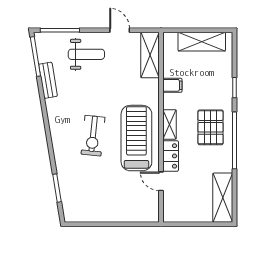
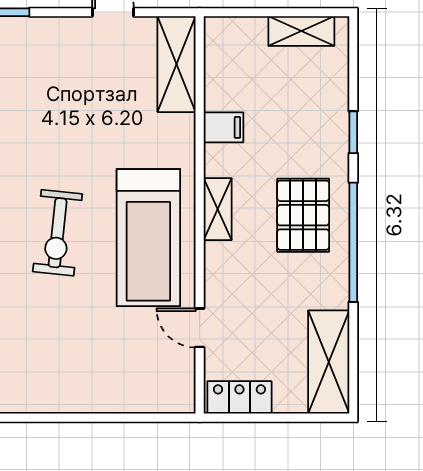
shelving: (202, 42) -> (301, 31), width x0.67, depth x0.75
weight bench: (86, 54) -> (44, 63), removed
treadmill: (136, 138) -> (148, 238), turned 180
locker: (171, 156) -> (239, 397), moved, turned -90

